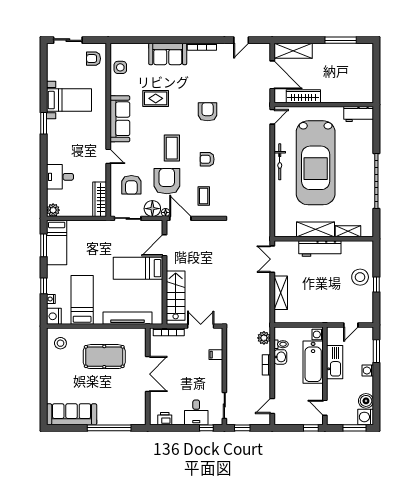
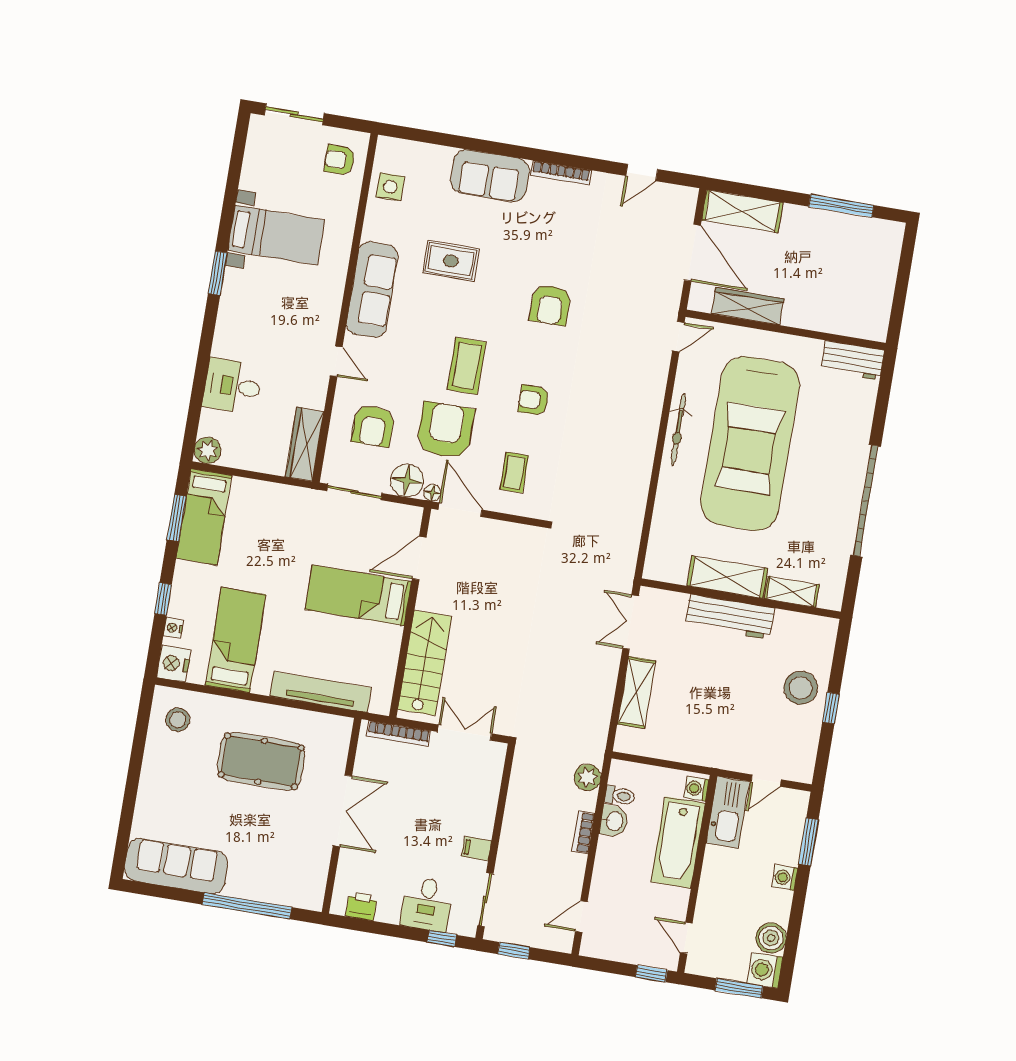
armchair: (208, 112) -> (550, 305), turned 180
filing cabinet: (216, 355) -> (476, 849), moved
kitchen sink: (335, 362) -> (728, 812), moved

